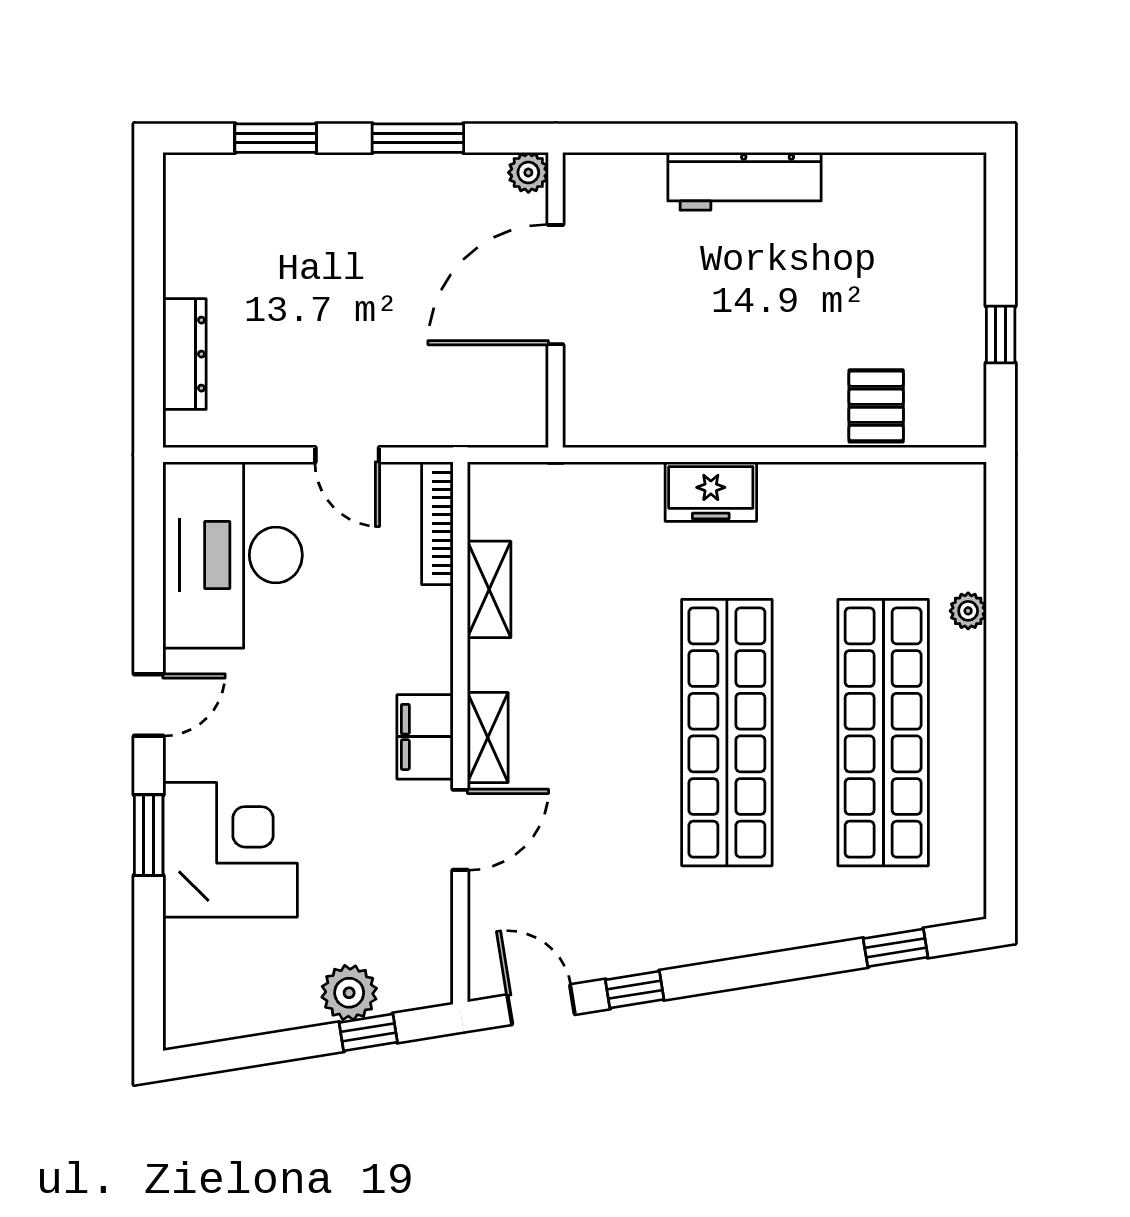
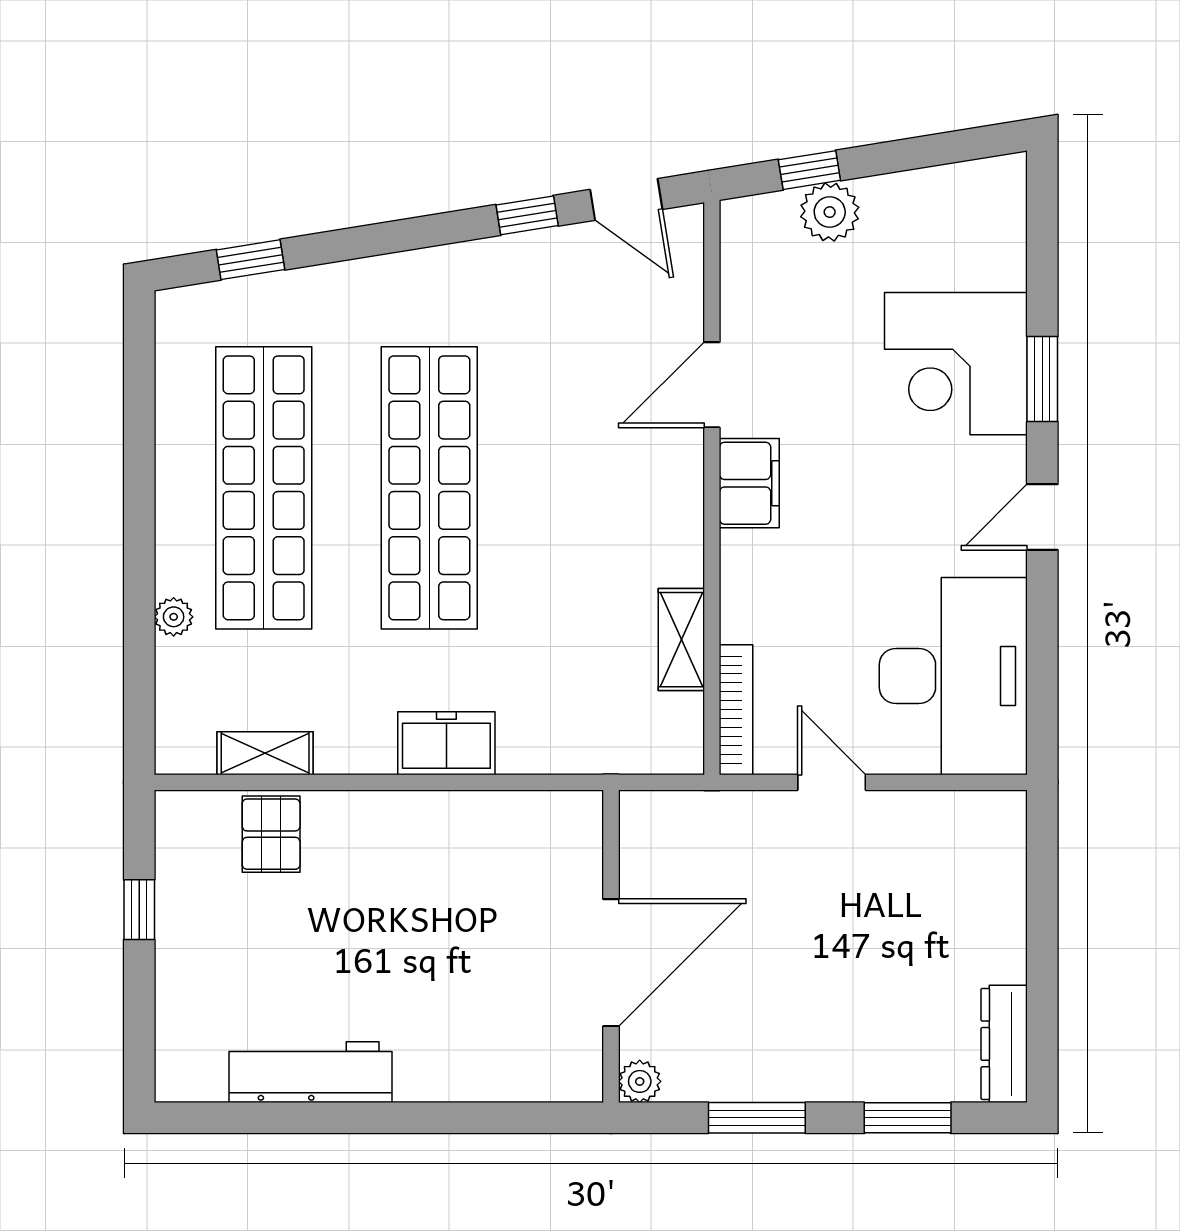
workbench: (745, 181) -> (310, 1072), moved
dresser: (185, 354) -> (1004, 1044), moved
shelving: (488, 738) -> (265, 753), moved, turned 90

